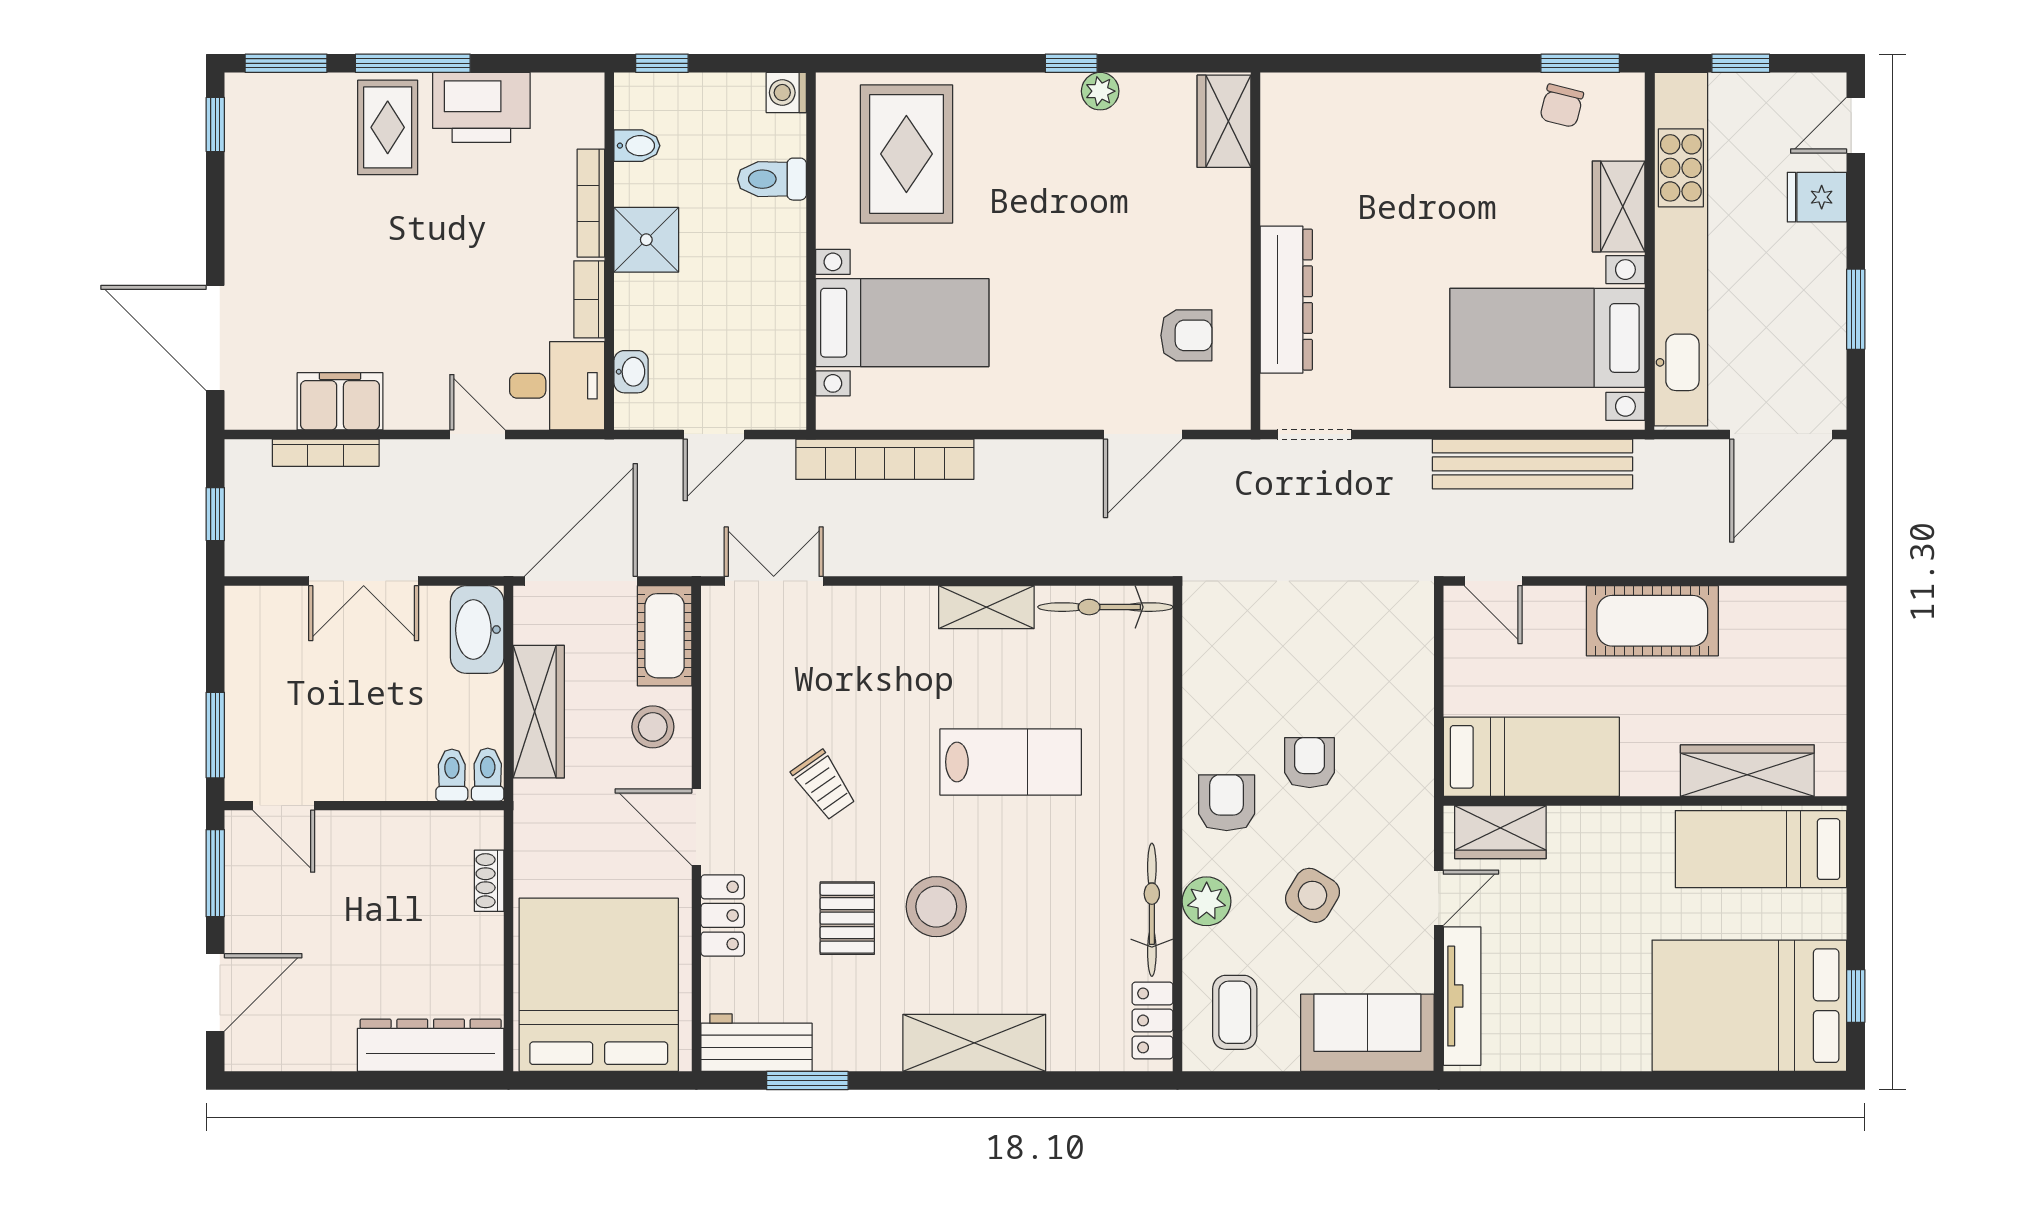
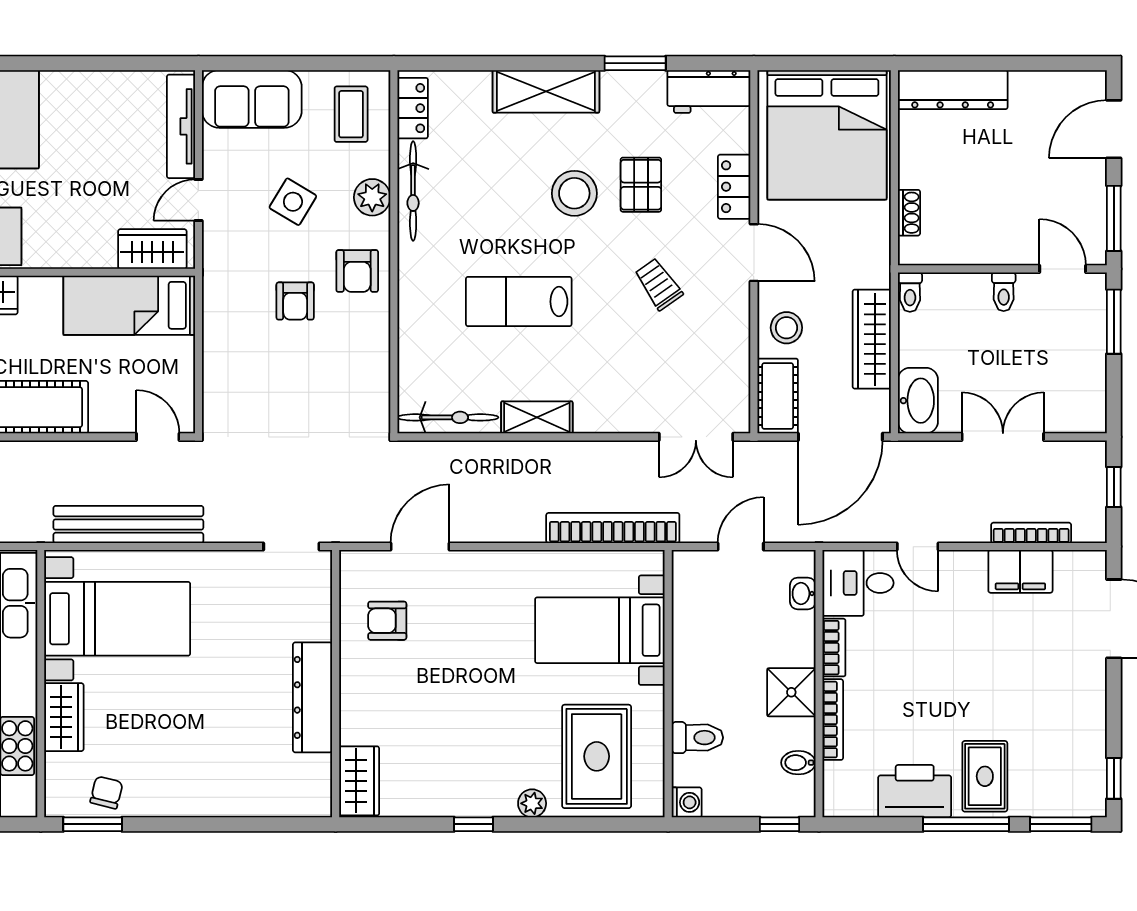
plant: (1100, 91) -> (532, 803), moved
dresser: (1286, 300) -> (313, 697), moved
toilet: (452, 775) -> (1004, 292), moved
window: (807, 1081) -> (635, 63), moved

